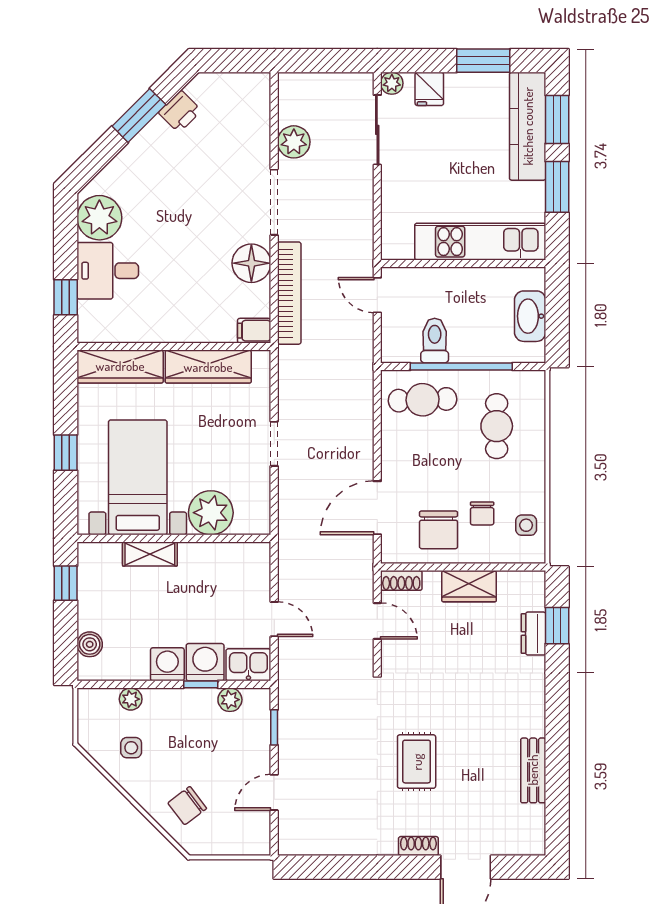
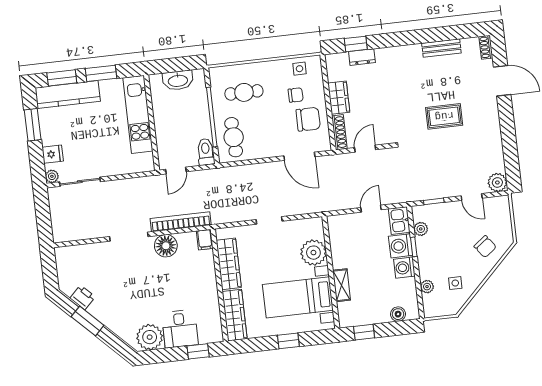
plant: (294, 142) -> (497, 182), moved
toilet: (435, 341) -> (206, 152), moved, turned 90
shoe rack: (401, 580) -> (339, 132), width x1.43
shoe rack: (418, 846) -> (486, 47), moved

